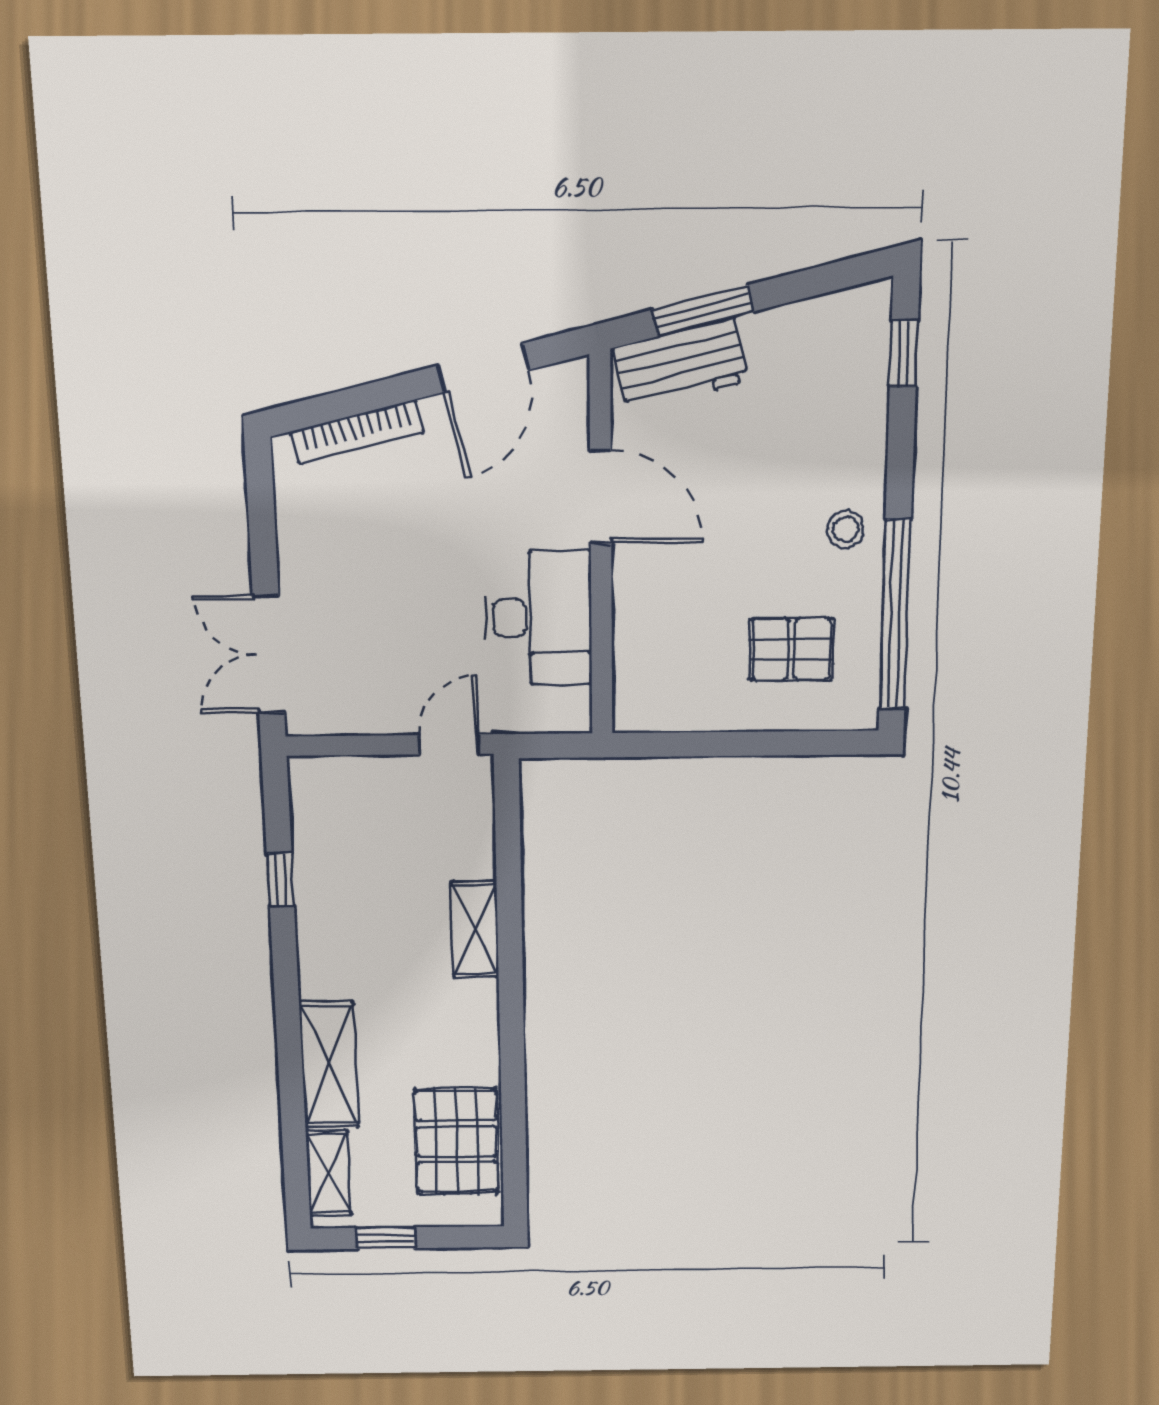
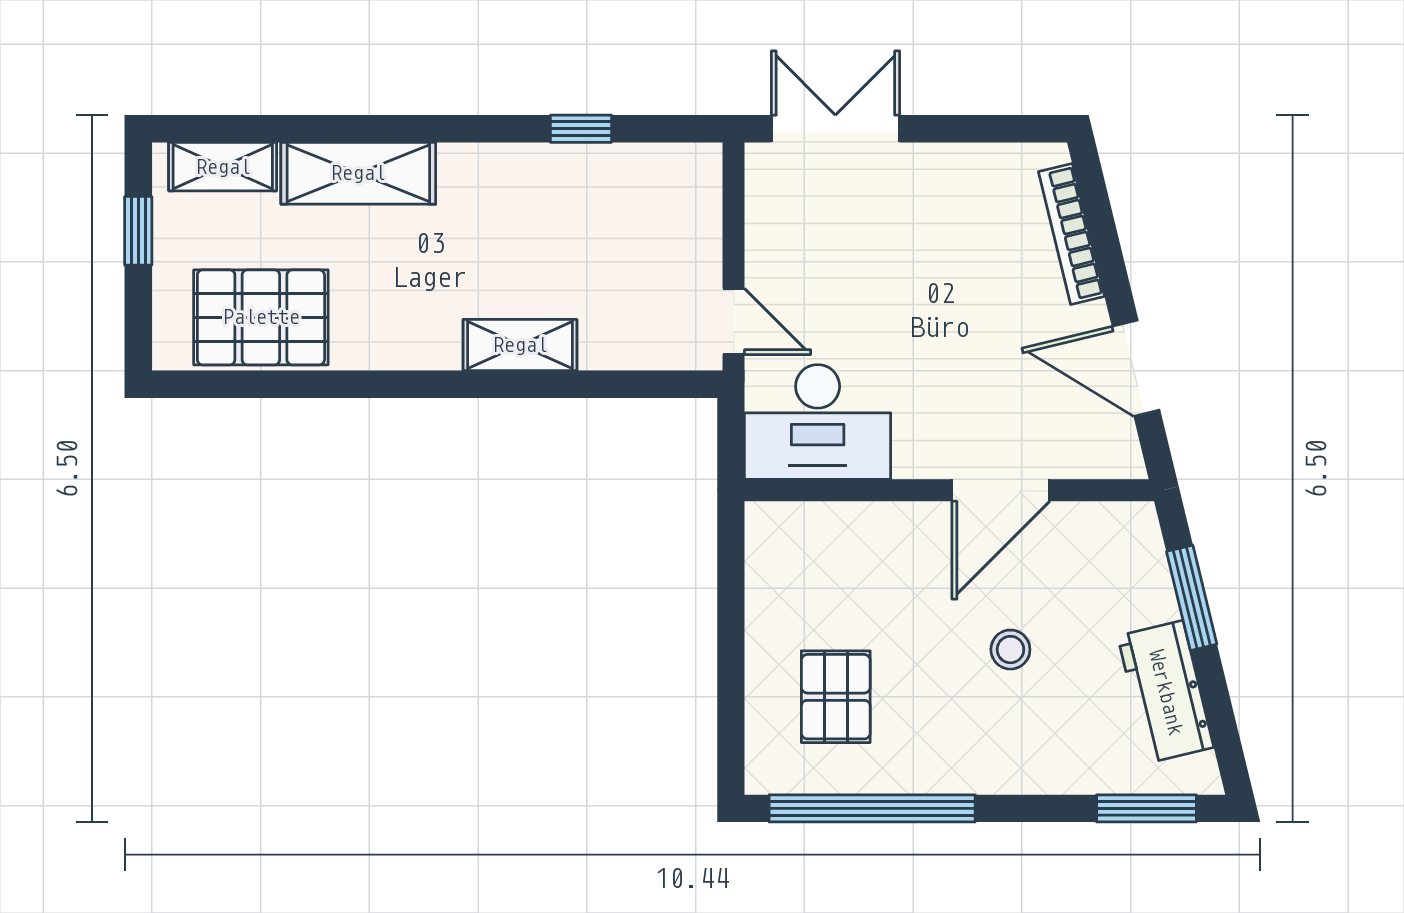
window: (904, 354) -> (1146, 808), width x1.50
workbench: (681, 365) -> (1166, 692), moved
stool: (846, 529) -> (1010, 650), moved
desk: (538, 618) -> (818, 422), moved

